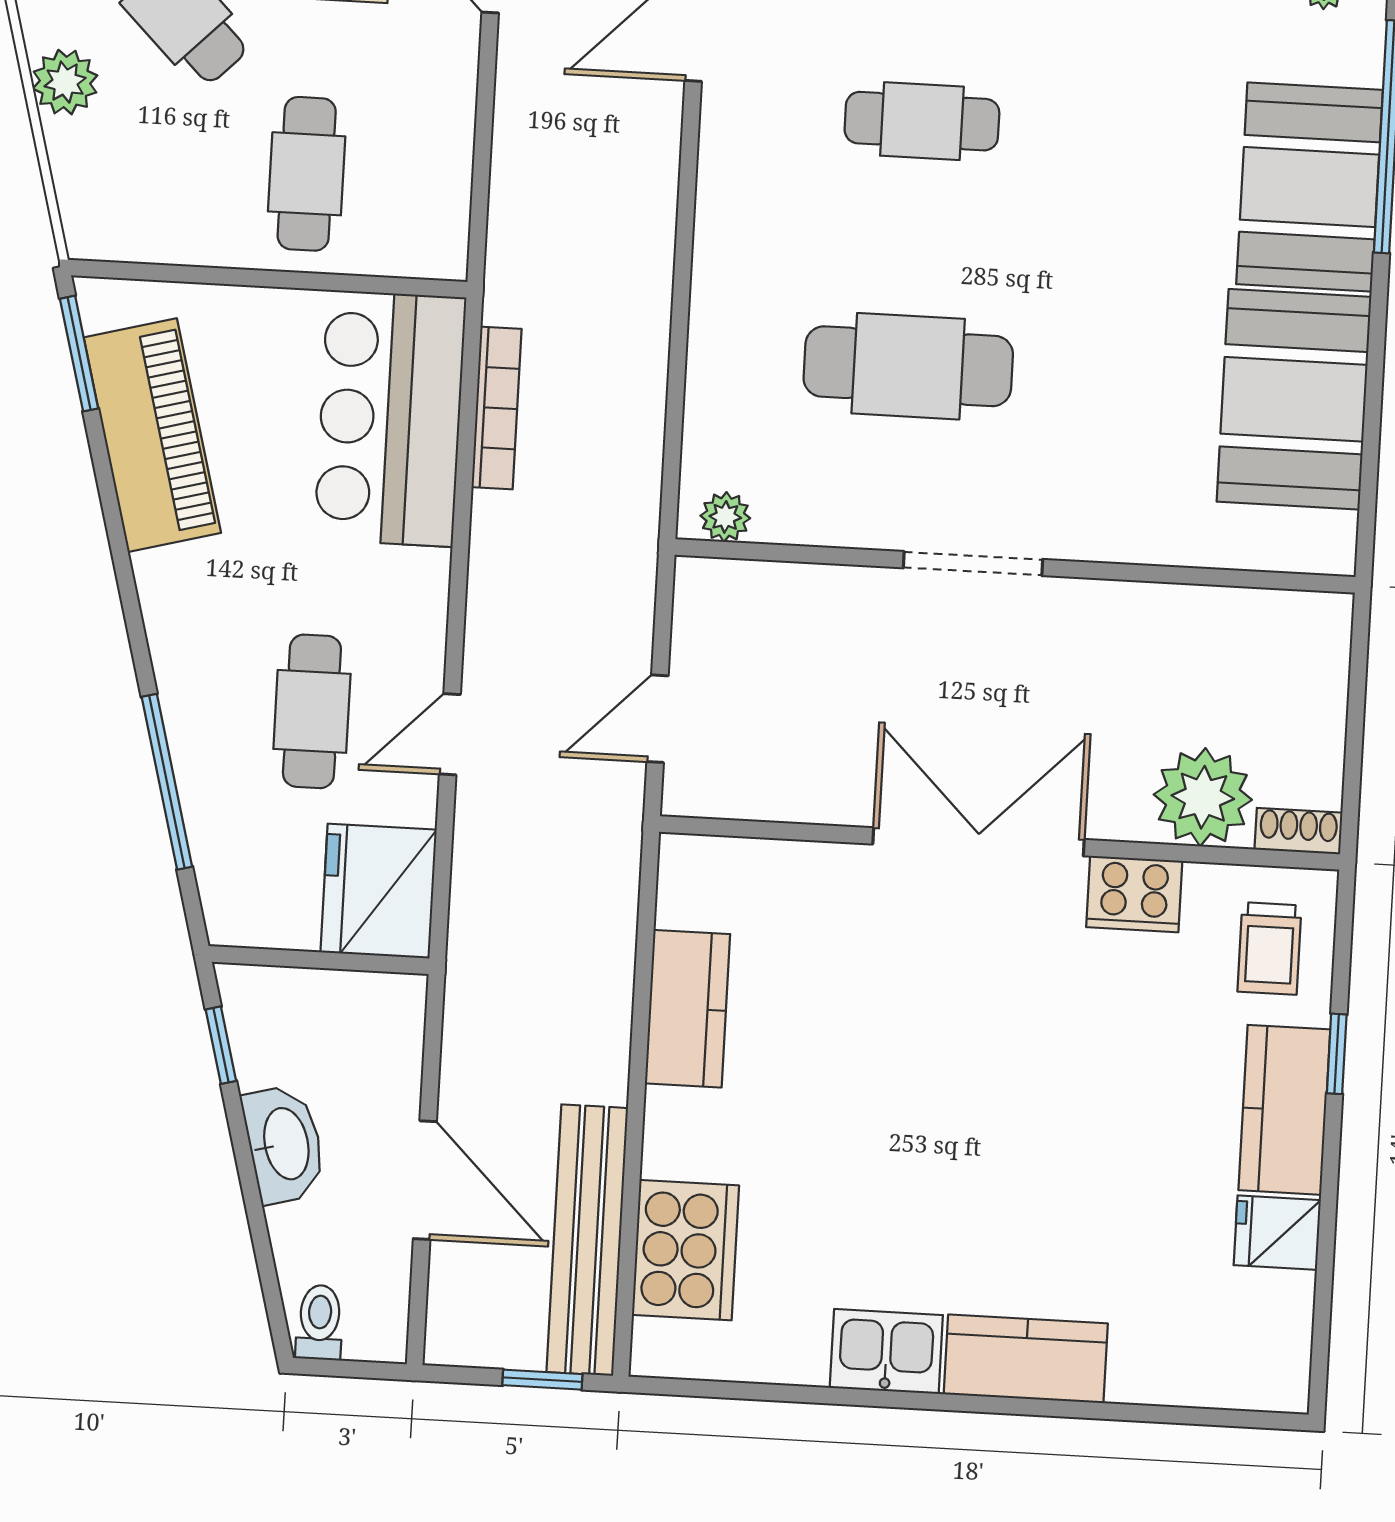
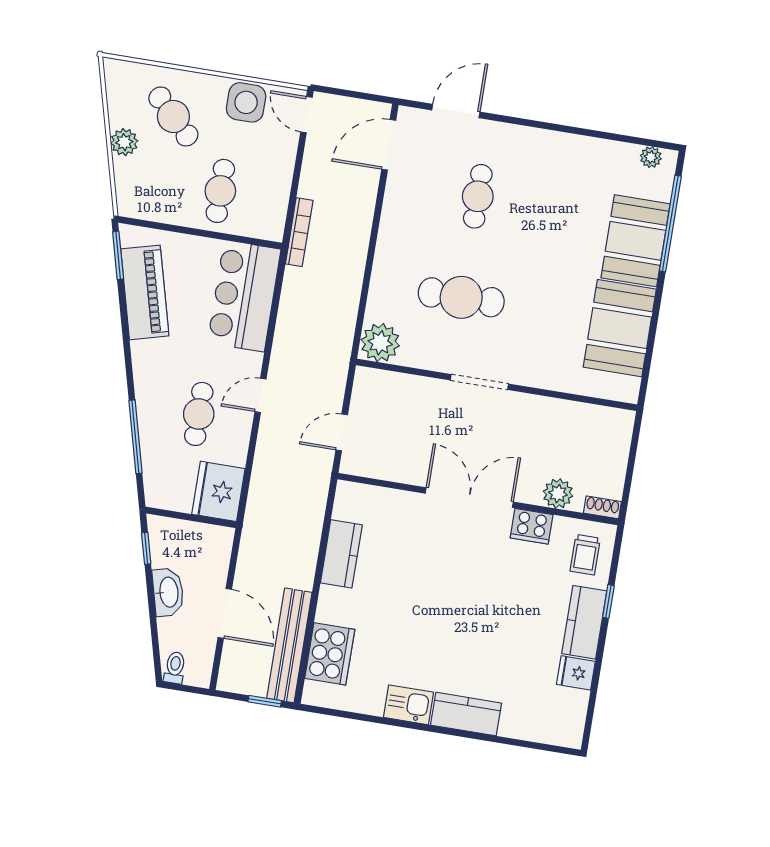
cafe table: (922, 121) -> (478, 196), turned 90
bookcase: (496, 408) -> (299, 232), moved
plant: (725, 517) -> (380, 343), width x1.88, depth x1.88
door: (450, 734) -> (261, 395), moved
plant: (1203, 797) -> (558, 494), width x0.73, depth x0.73

